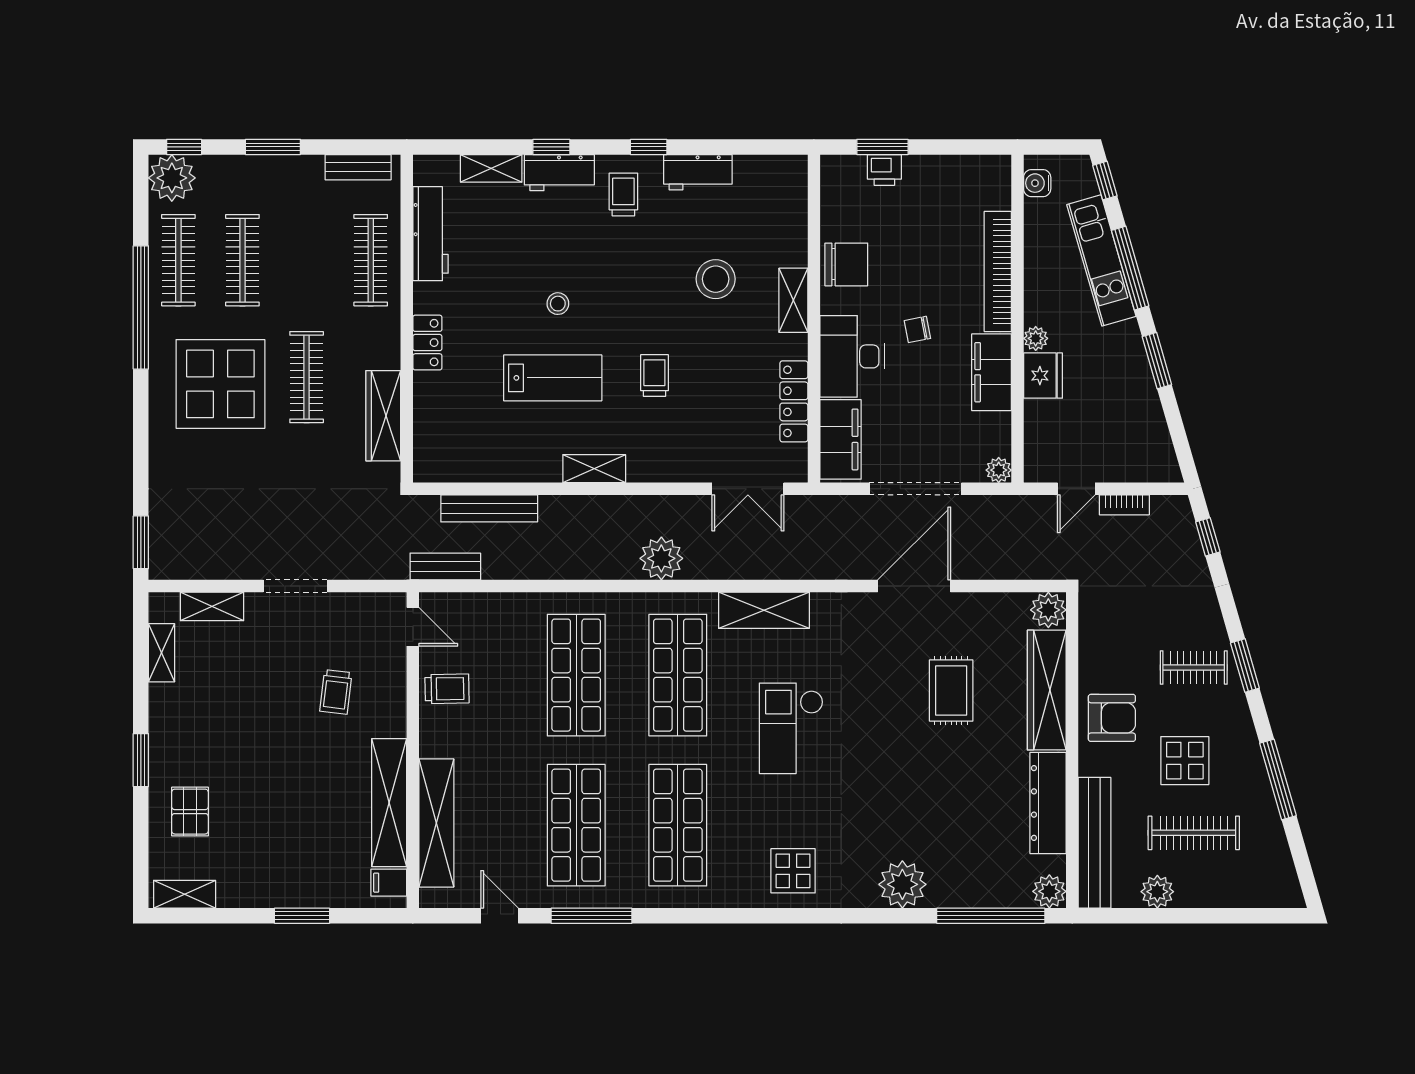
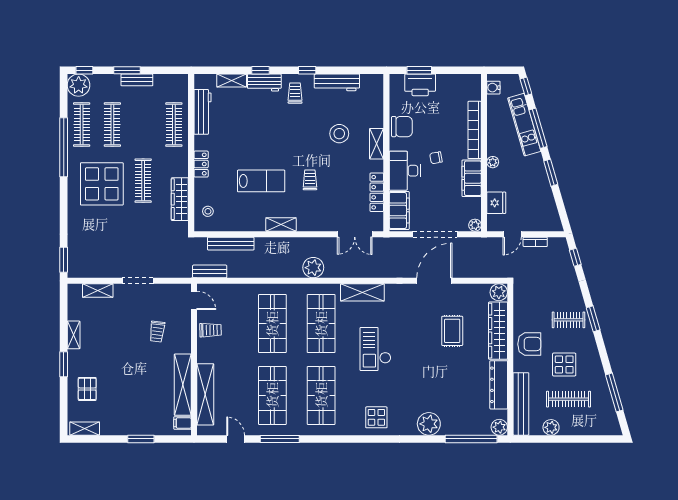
bench: (358, 167) -> (137, 80), moved
printer: (884, 170) -> (420, 85), width x1.87, depth x1.48
workbench: (698, 172) -> (337, 82), width x1.38
stool: (558, 304) -> (208, 211), moved
fridge: (1043, 376) -> (496, 203), moved
shelving: (161, 653) -> (74, 335), moved
window: (1278, 779) -> (614, 392), moved

